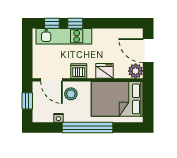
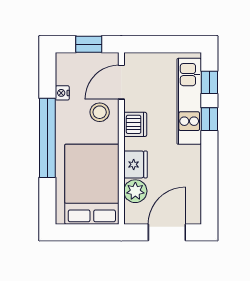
plant: (136, 71) -> (135, 191), moved

